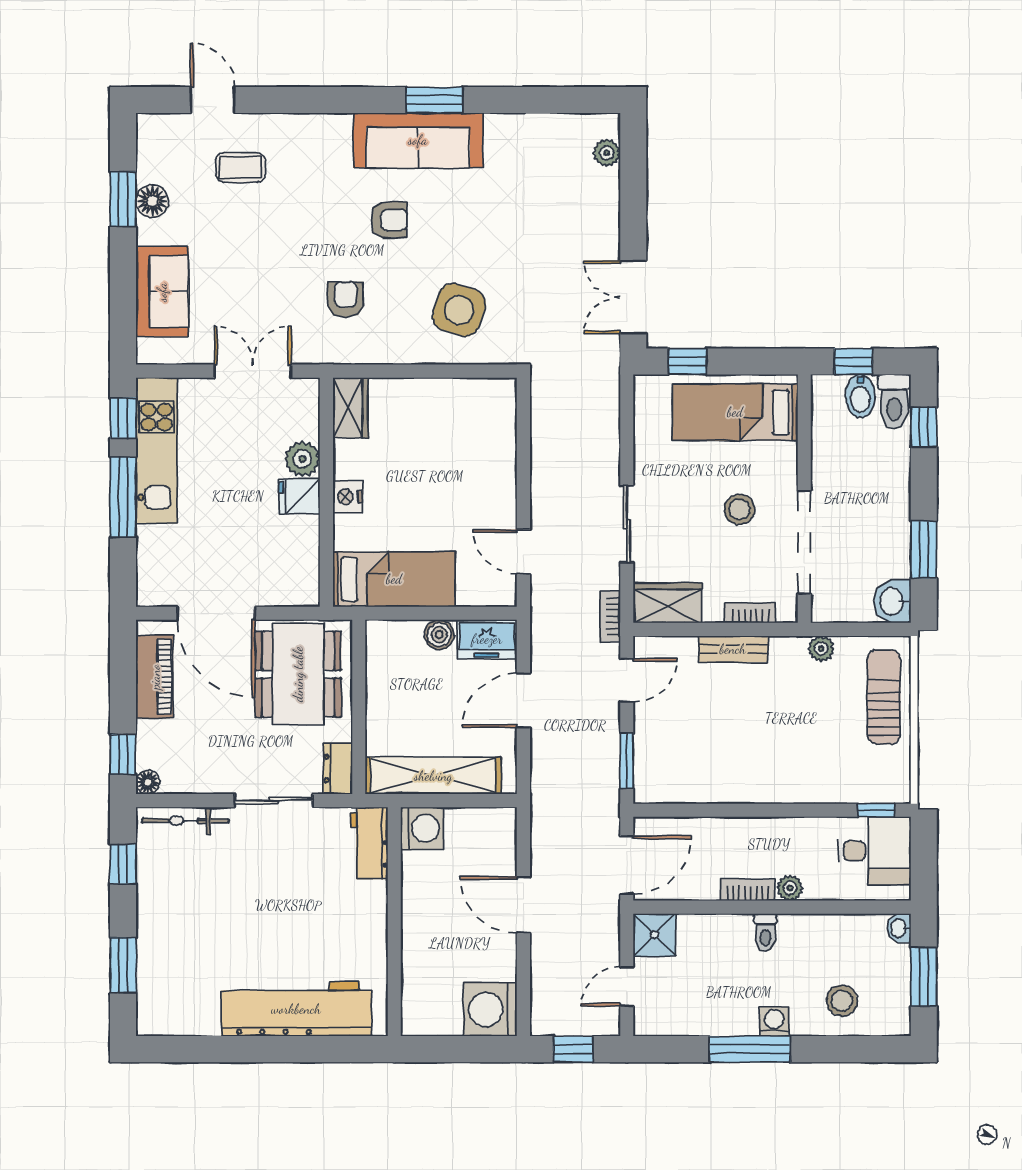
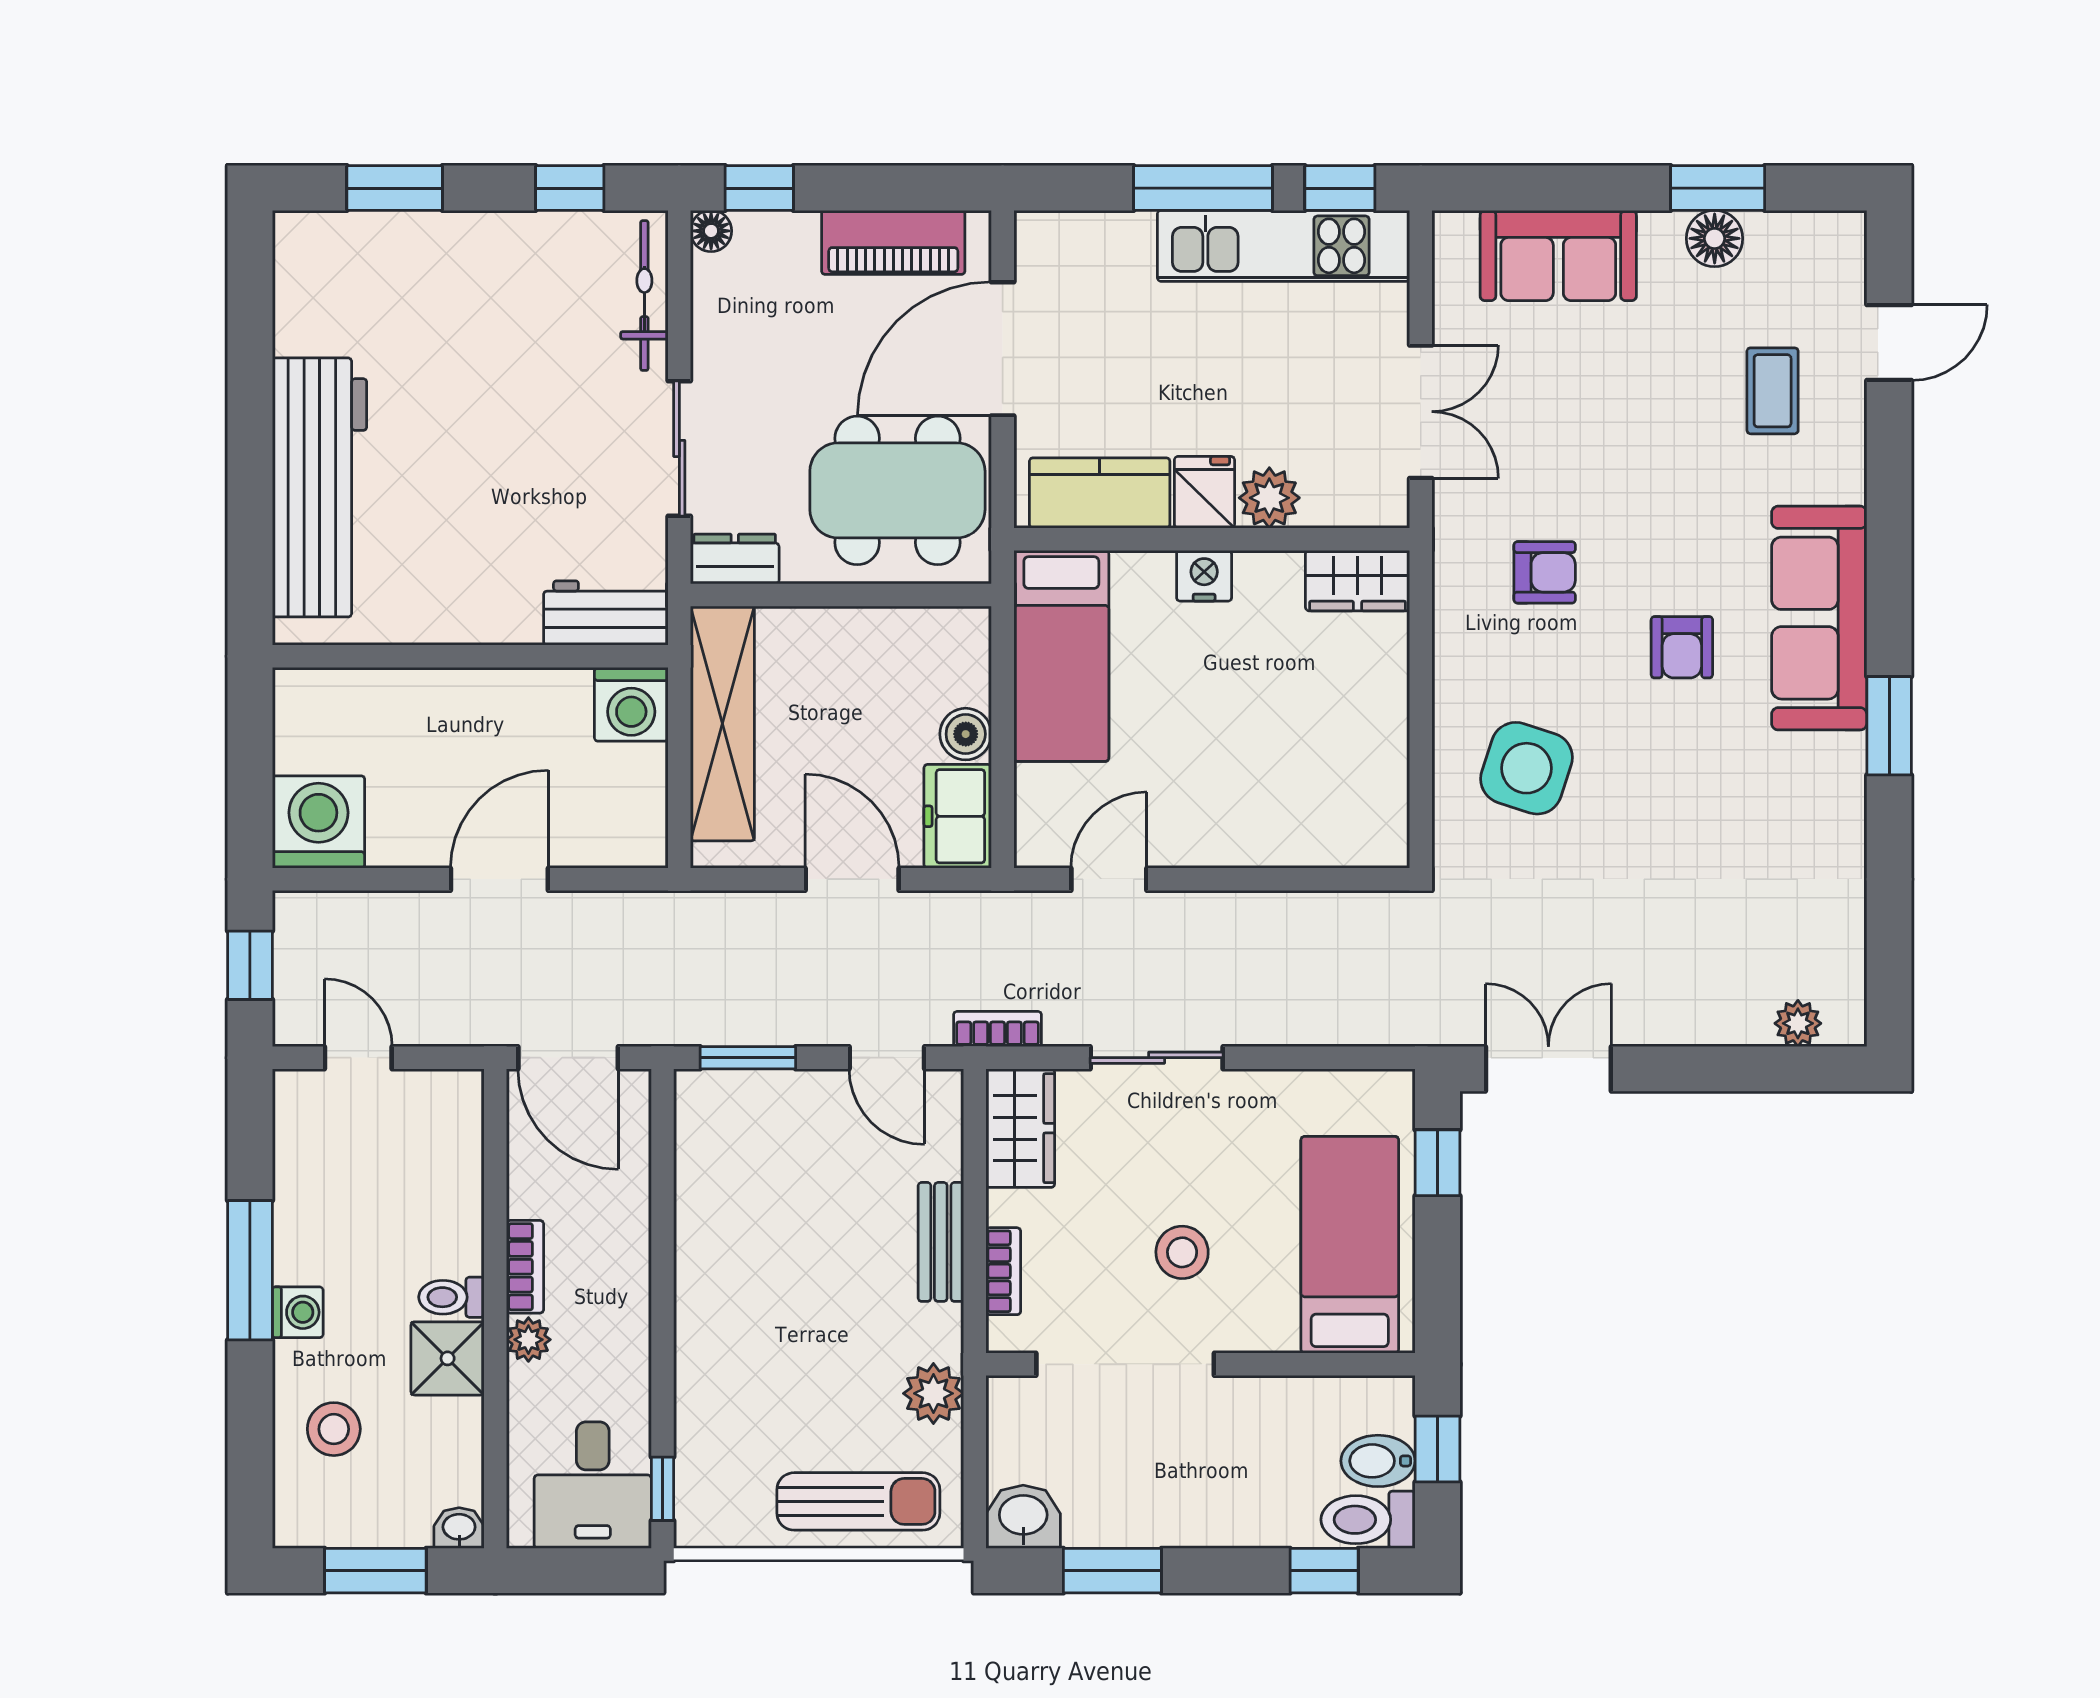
sofa: (418, 140) -> (1819, 618), moved
kitchen counter: (300, 557) -> (1100, 493), added
plant: (821, 649) -> (933, 1393), width x1.38, depth x1.38
shower: (654, 935) -> (448, 1358), moved

